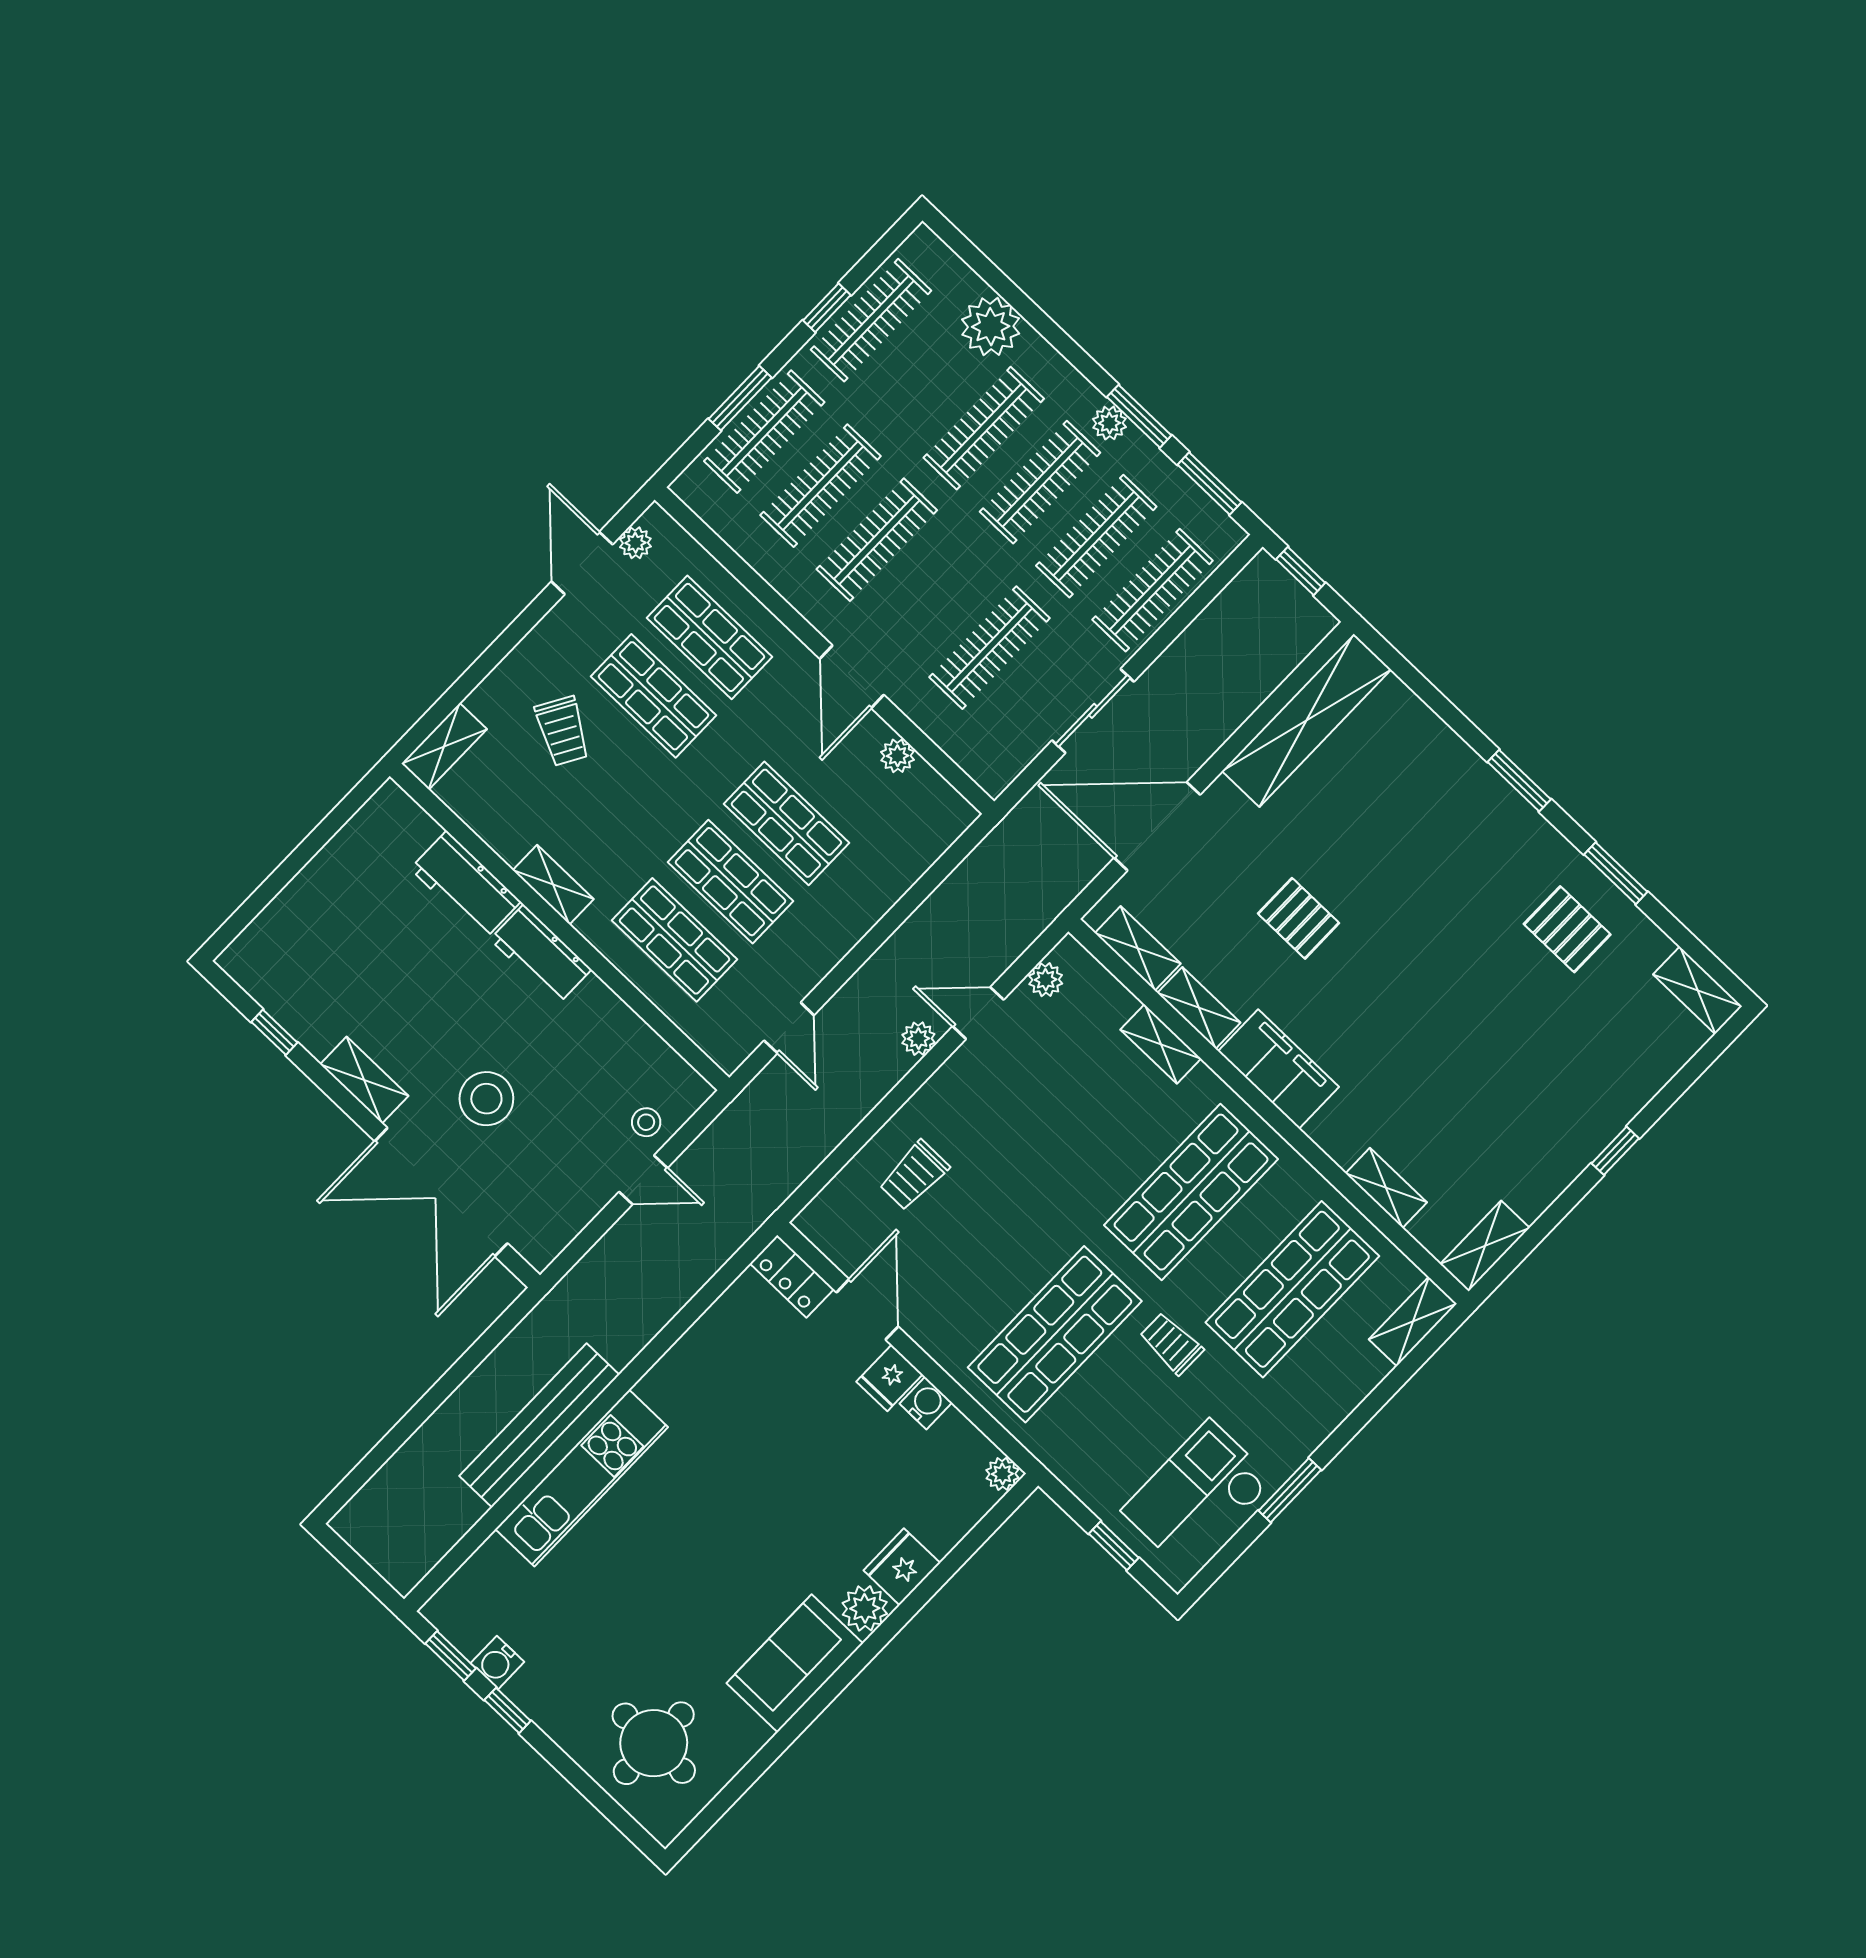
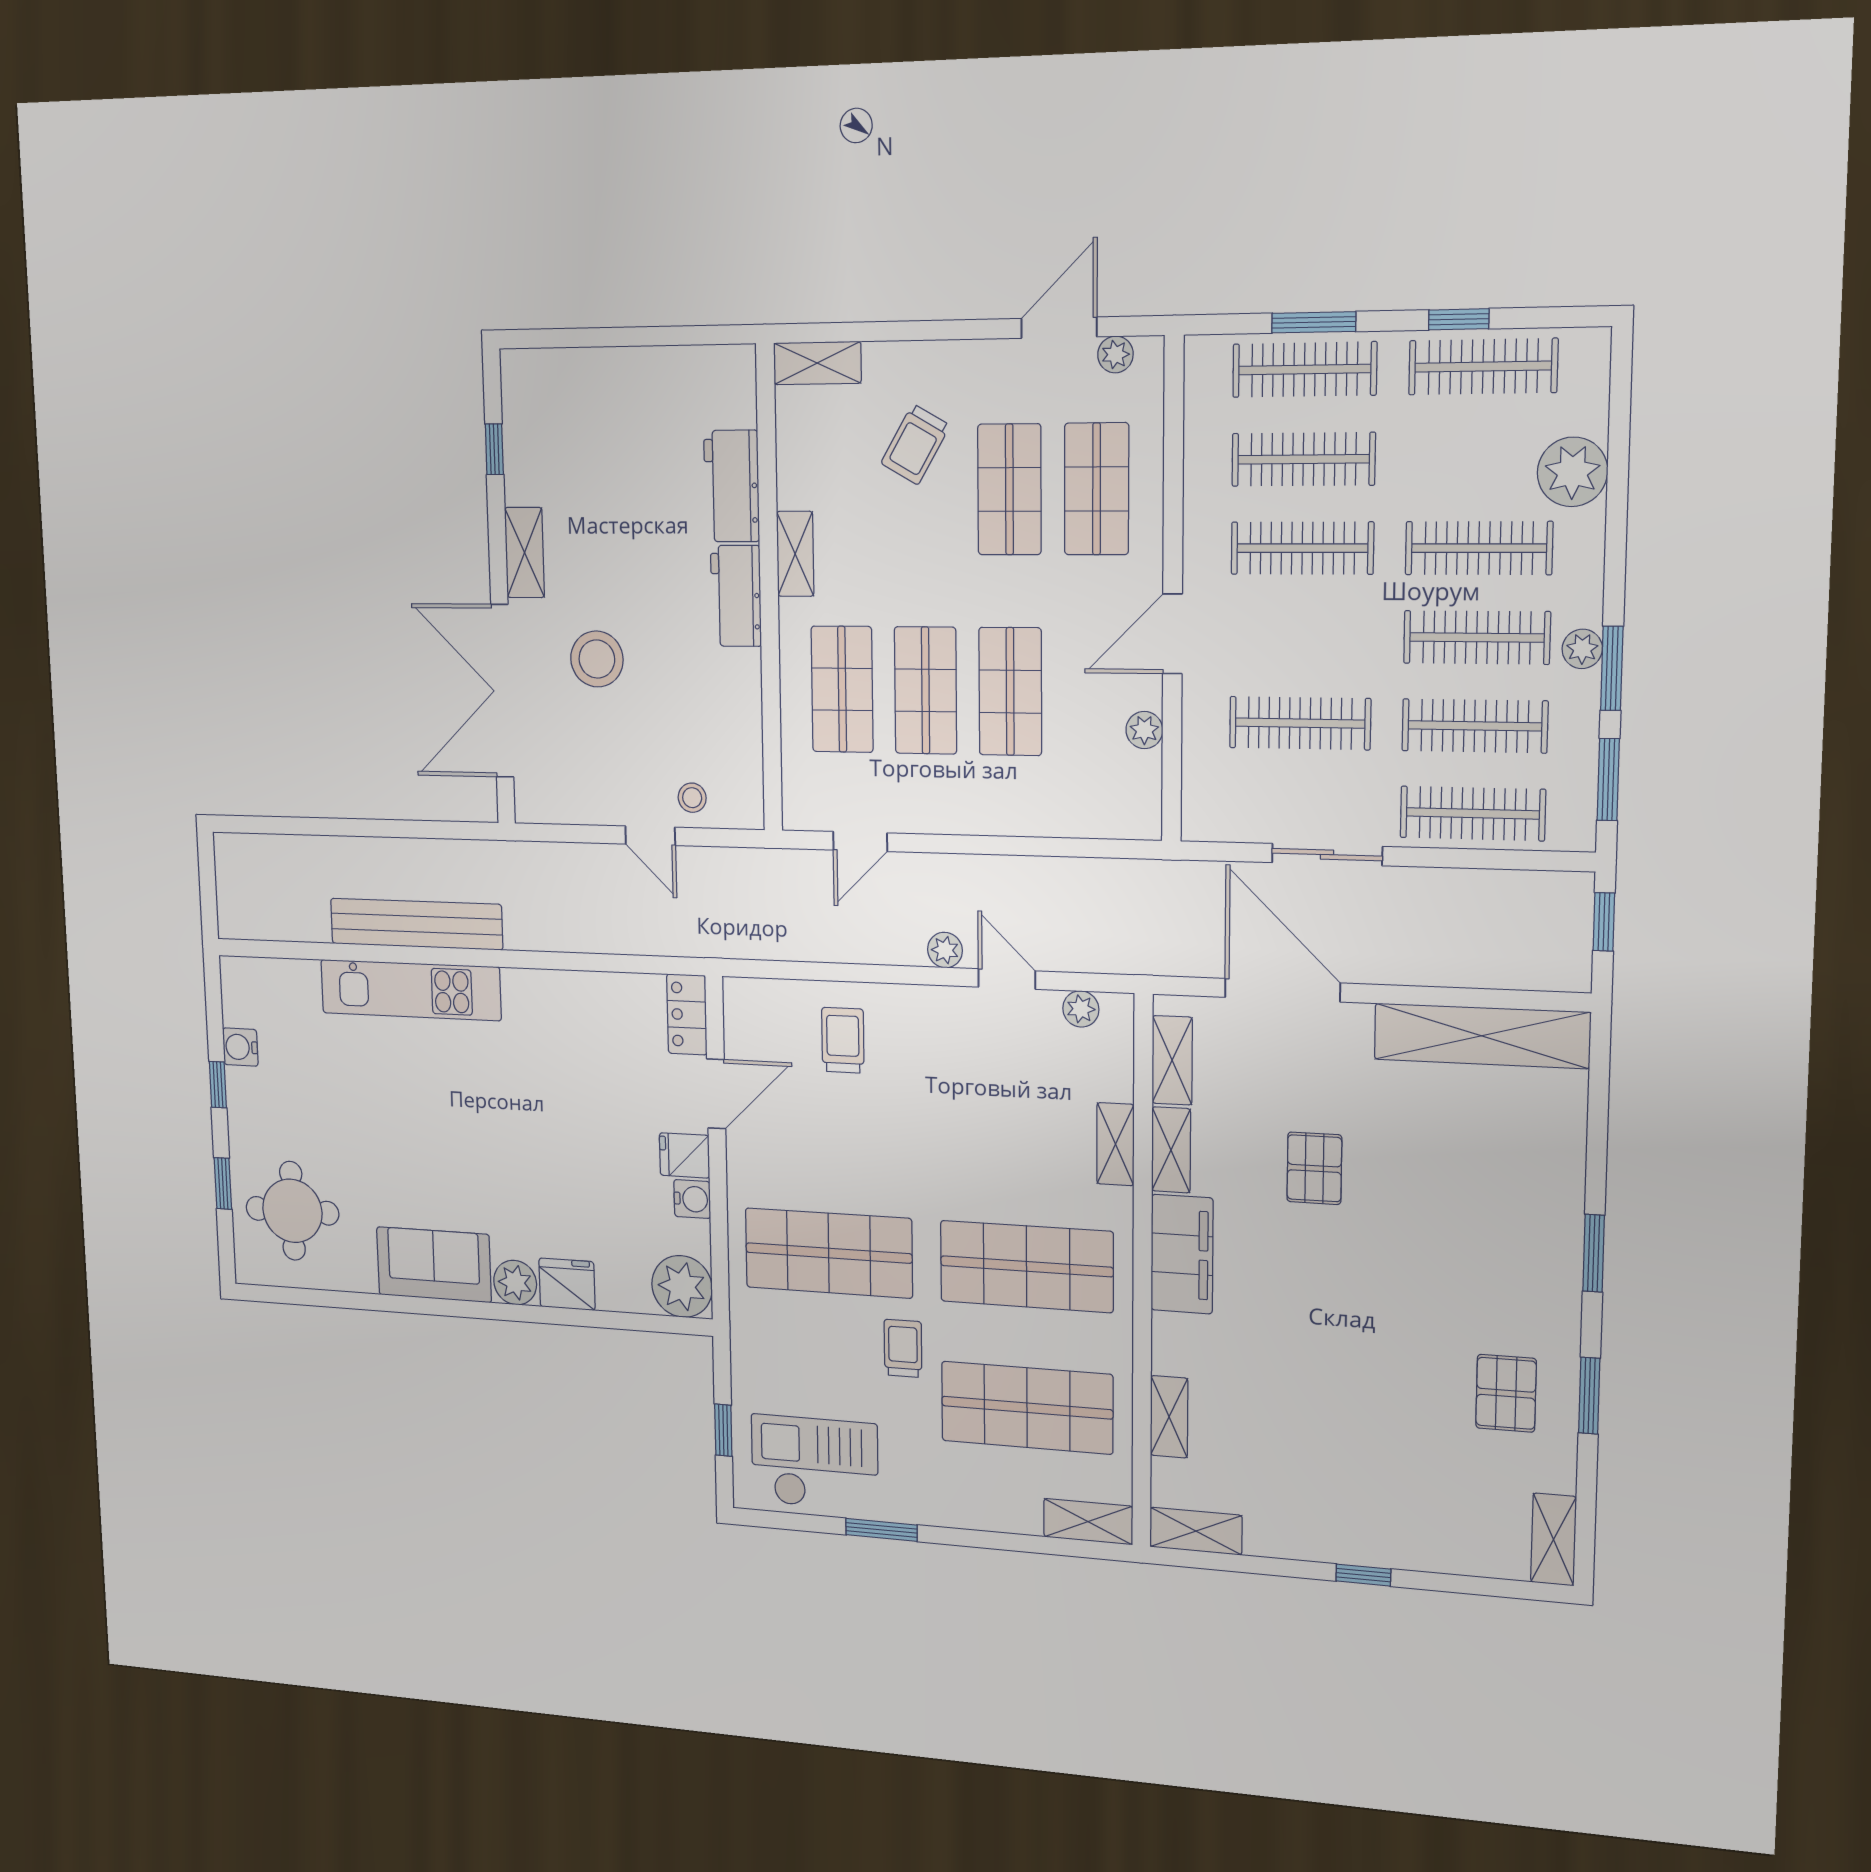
trolley: (914, 1175) -> (843, 1040), turned 90
plant: (1002, 1474) -> (682, 1286), width x1.88, depth x1.88
window: (451, 1656) -> (223, 1183), moved

